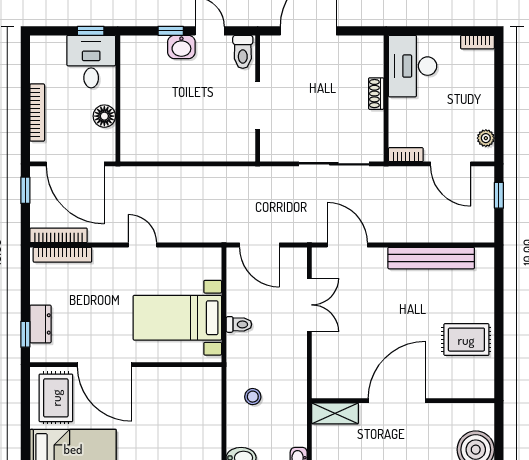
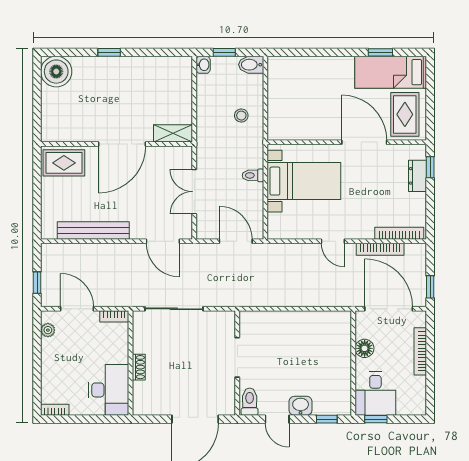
window: (171, 31) -> (327, 419), moved
bookcase: (59, 235) -> (380, 249), moved
door: (397, 401) -> (122, 144), moved
wall: (403, 401) -> (117, 144), moved
shelving: (335, 413) -> (173, 133), moved

